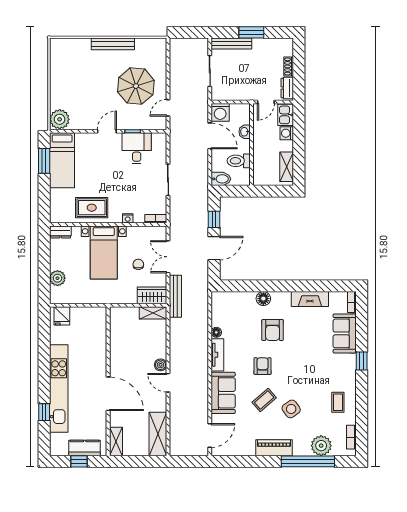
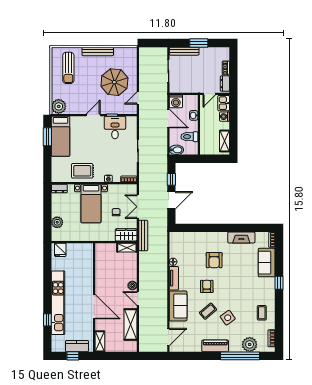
sun lounger: (73, 67) -> (68, 68), added
floor lamp: (263, 299) -> (207, 237), removed
shelving: (158, 434) -> (130, 325), moved

